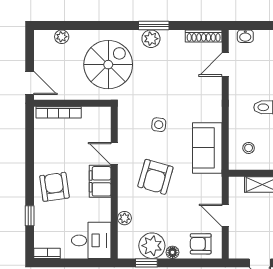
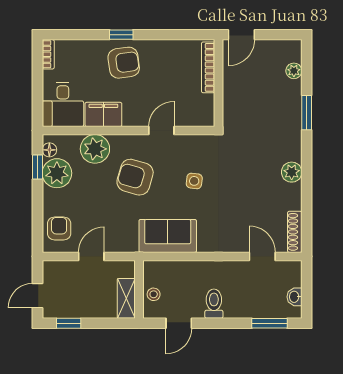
window: (154, 26) -> (307, 113), moved
washbasin: (245, 36) -> (294, 297), moved
spiral stairs: (108, 65) -> (262, 124), removed
stool: (249, 148) -> (154, 294), moved
filing cabinet: (100, 181) -> (103, 114), moved
window: (30, 216) -> (121, 35), moved
plant: (125, 218) -> (95, 149), width x1.88, depth x1.88
floor lamp: (173, 252) -> (49, 150), moved

